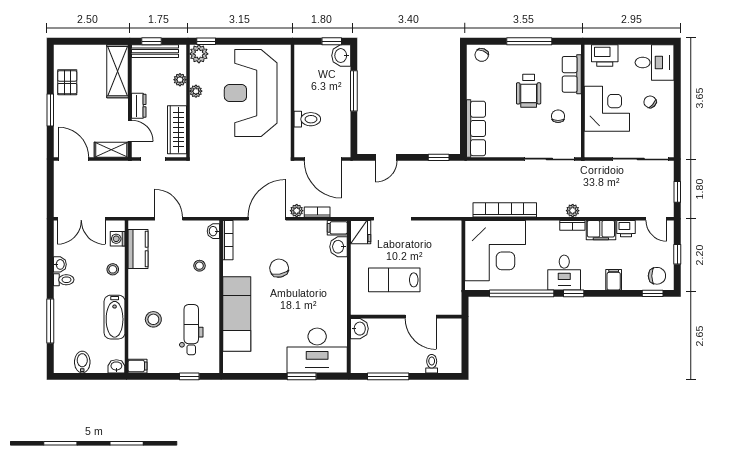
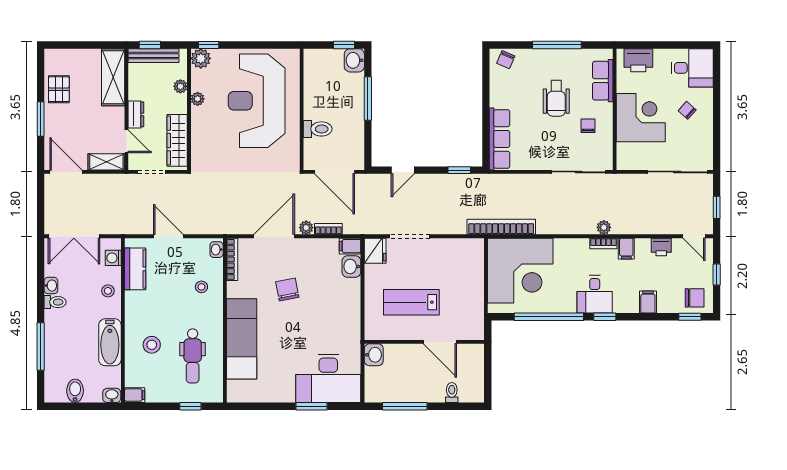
bookcase: (505, 210) -> (501, 227), moved
filing cabinet: (601, 230) -> (626, 249), width x0.50
dental chair: (191, 330) -> (193, 356), turned 180

